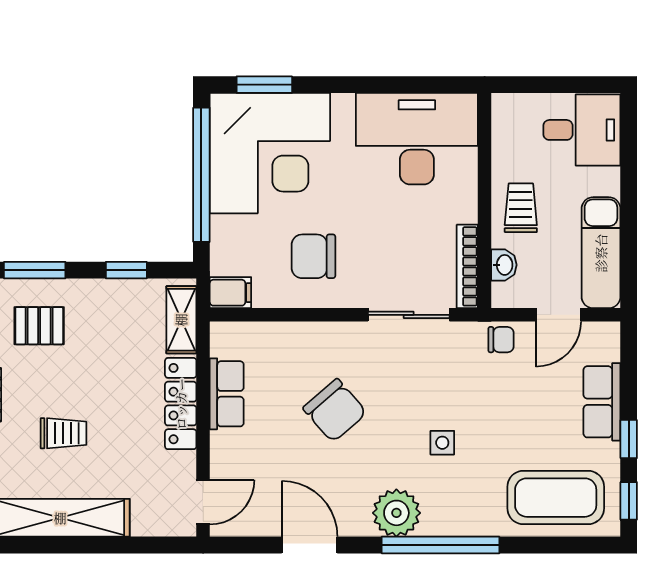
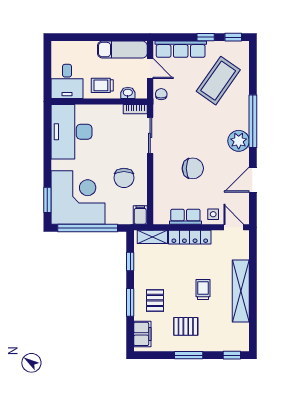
desk: (582, 130) -> (67, 81), moved, turned 180
bookcase: (467, 266) -> (135, 109), width x0.64
row of seats: (602, 402) -> (181, 49), width x1.48
chair: (335, 410) -> (193, 168), turned 41
side table: (442, 443) -> (213, 214), moved
coffee table: (556, 498) -> (218, 81), moved, turned 35

